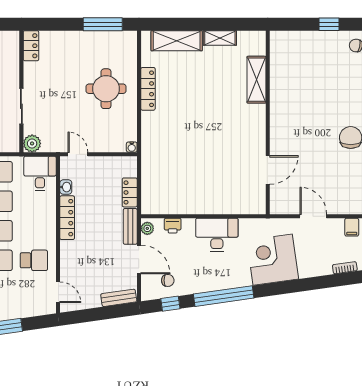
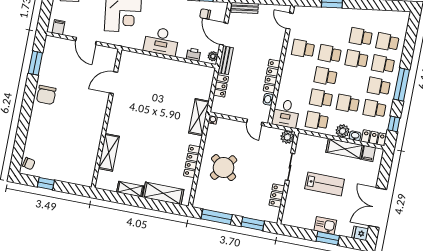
window: (55, 24) -> (253, 224), added
locker: (31, 46) -> (277, 196), moved
round table: (106, 89) -> (224, 168), turned 38
shelving: (150, 147) -> (199, 117), added

